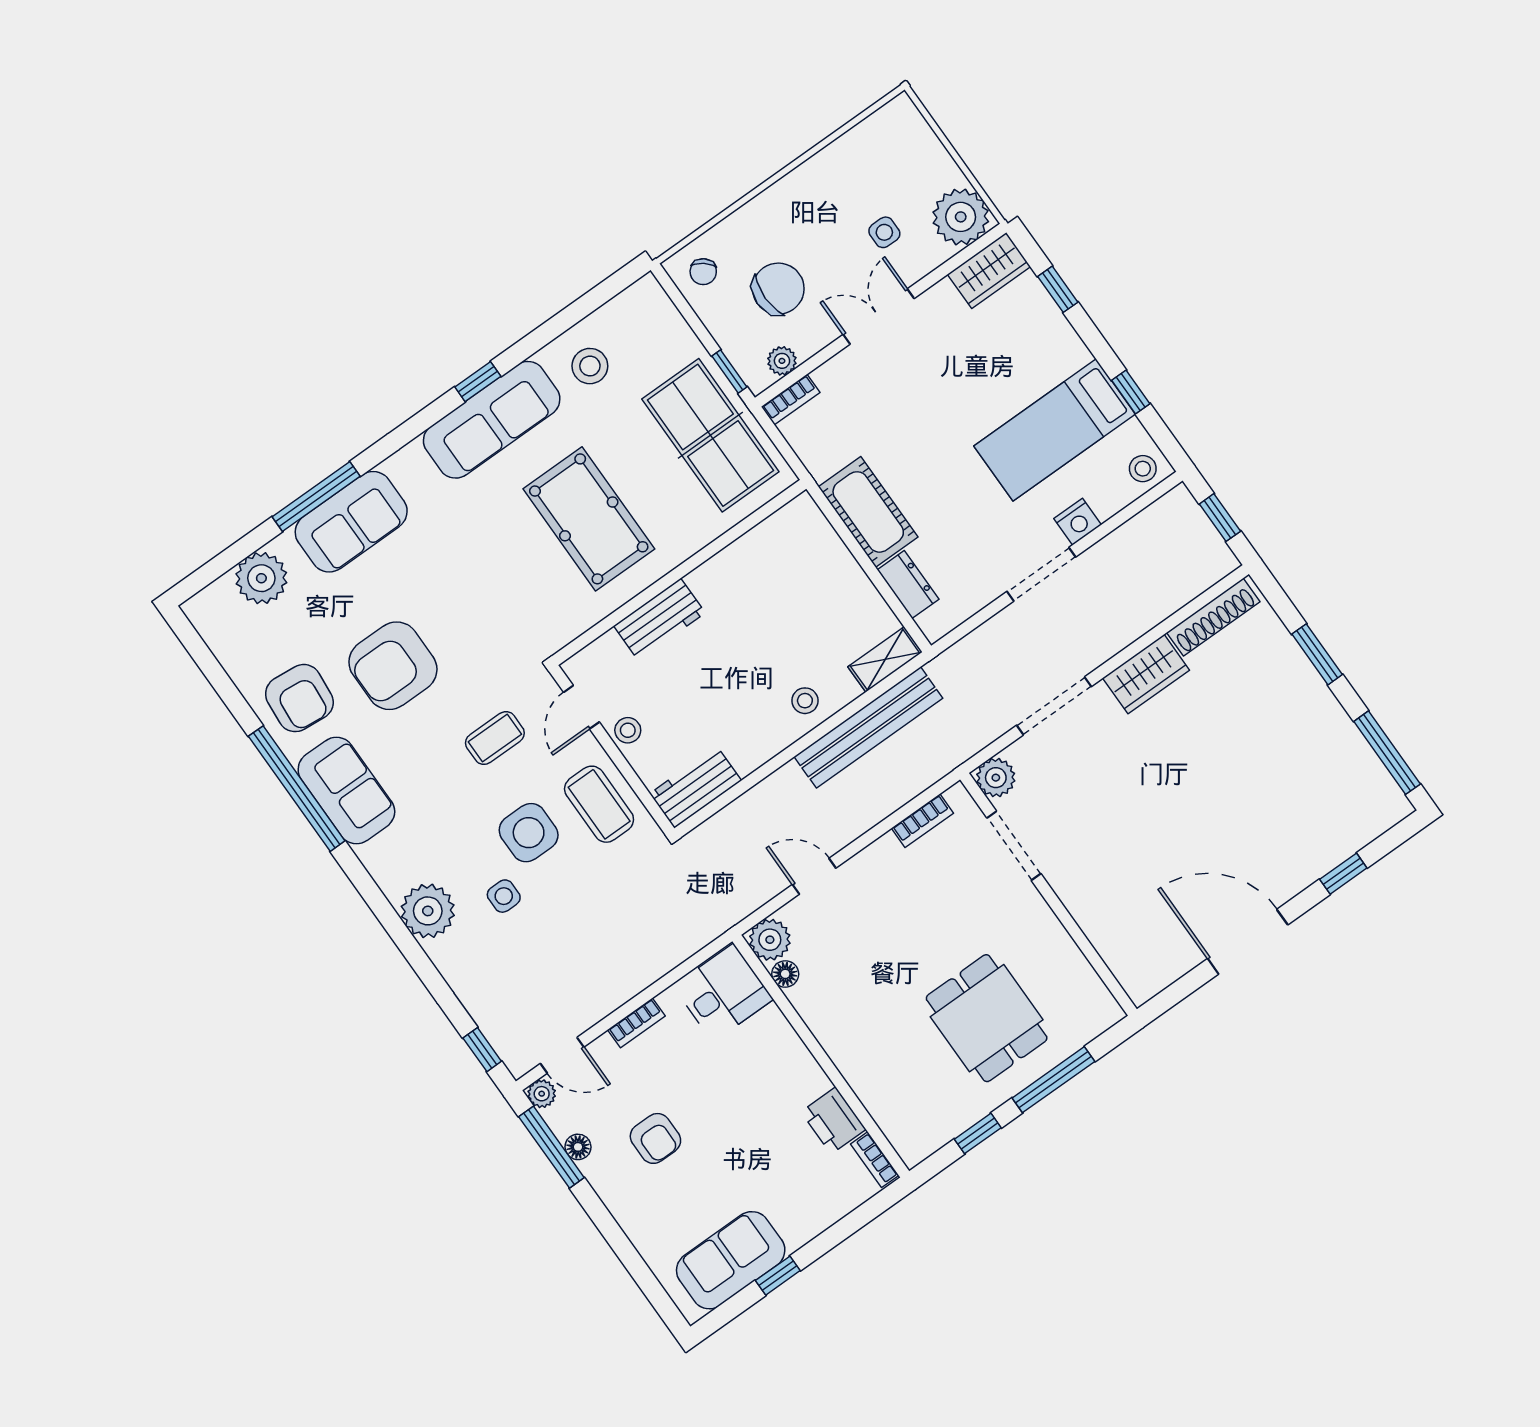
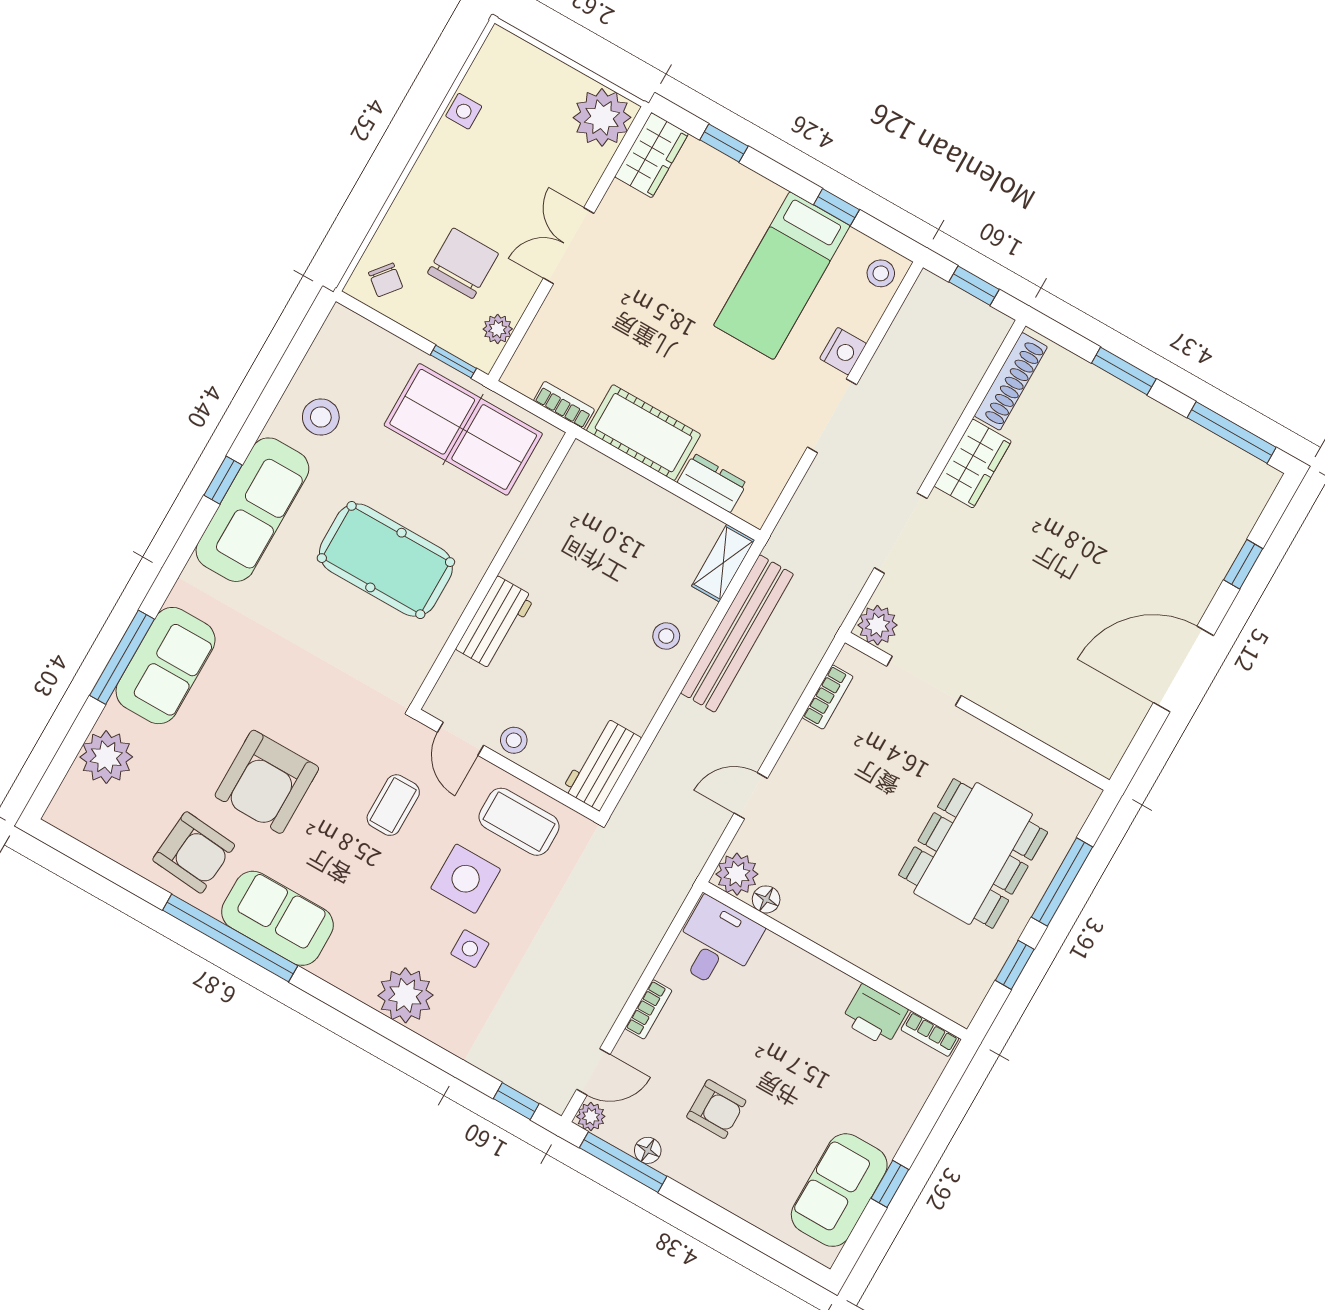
side table: (884, 232) -> (464, 111), moved
bookcase: (791, 399) -> (564, 405), moved, turned -90
dining table: (987, 1018) -> (973, 853), width x1.37

